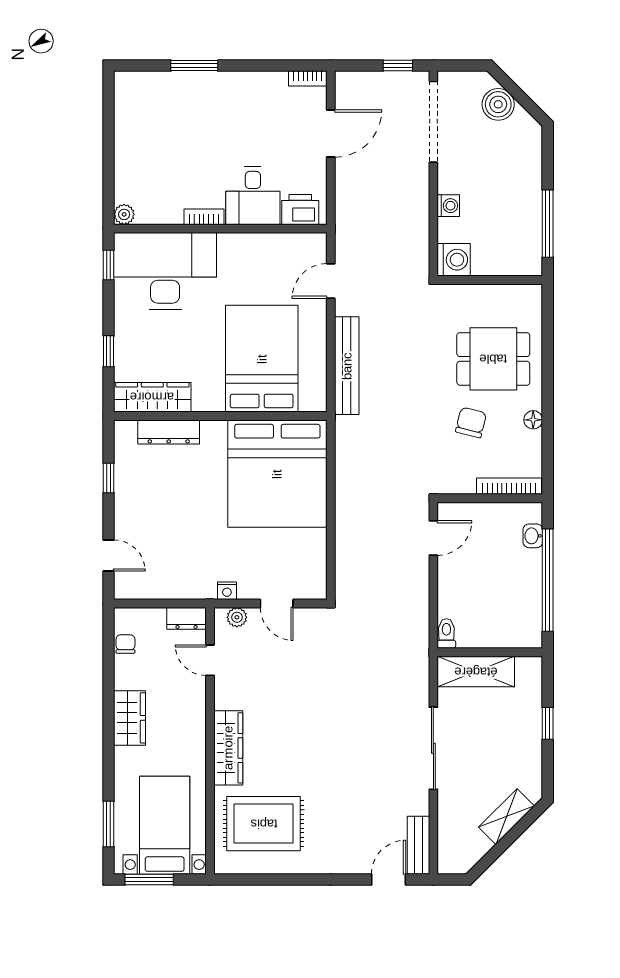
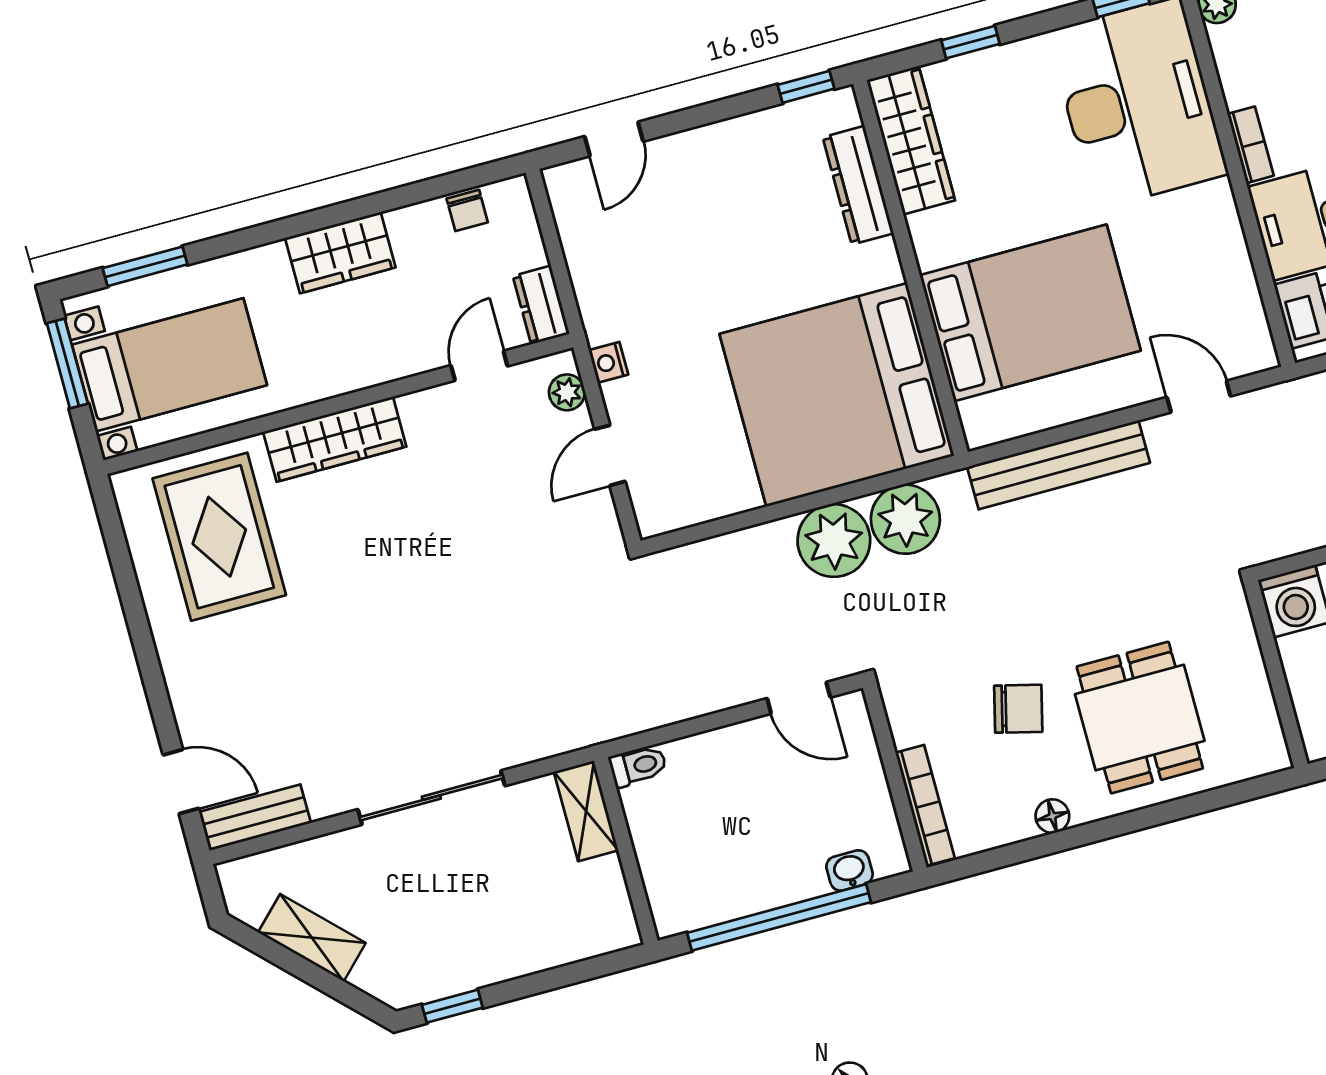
plant: (354, 455) -> (905, 519), added
window: (109, 478) -> (806, 87), moved
plant: (355, 496) -> (834, 541), added
chair: (125, 644) -> (467, 210), turned 90
shelving: (476, 672) -> (586, 811), width x0.67, depth x0.75
window: (548, 723) -> (452, 1006), moved
shelving: (506, 817) -> (312, 938), moved

